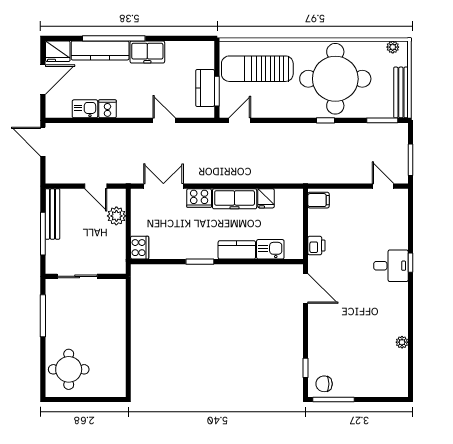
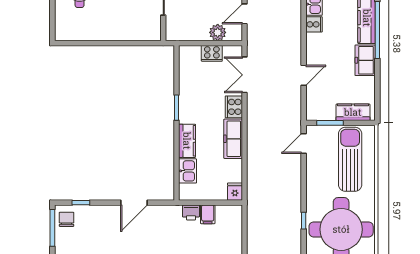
kitchen counter: (205, 88) -> (353, 112), moved
door: (240, 120) -> (304, 143), swing flipped
double door: (163, 186) -> (244, 75), swing flipped
fridge: (266, 198) -> (235, 192), moved, turned 90
filing cabinet: (318, 200) -> (208, 214), moved
cooker: (140, 248) -> (212, 53), moved
door: (305, 289) -> (134, 203), moved

